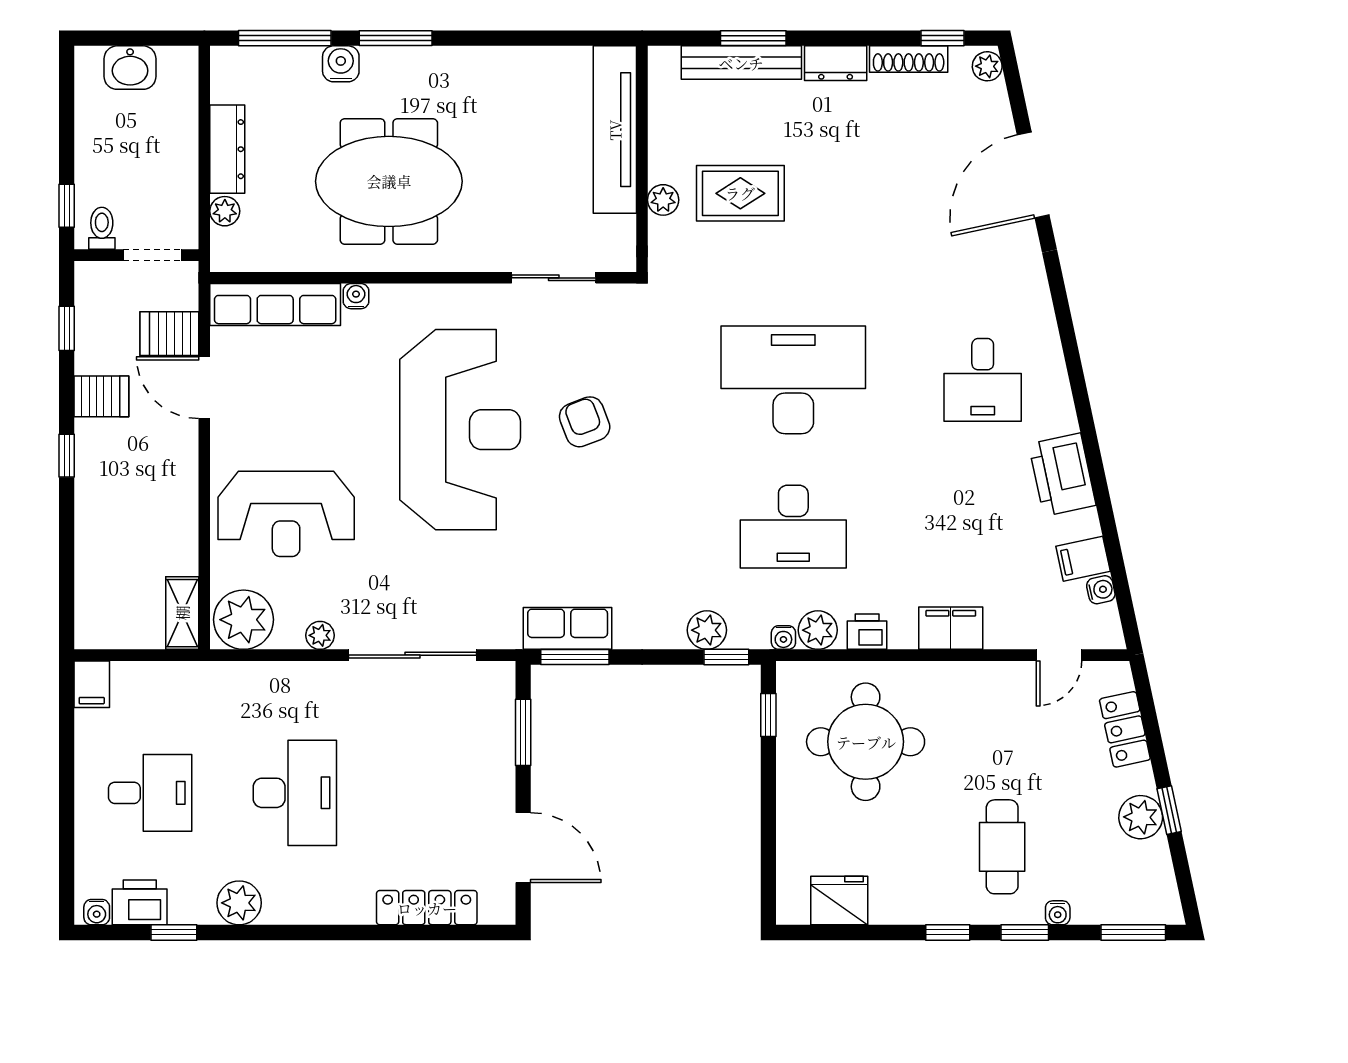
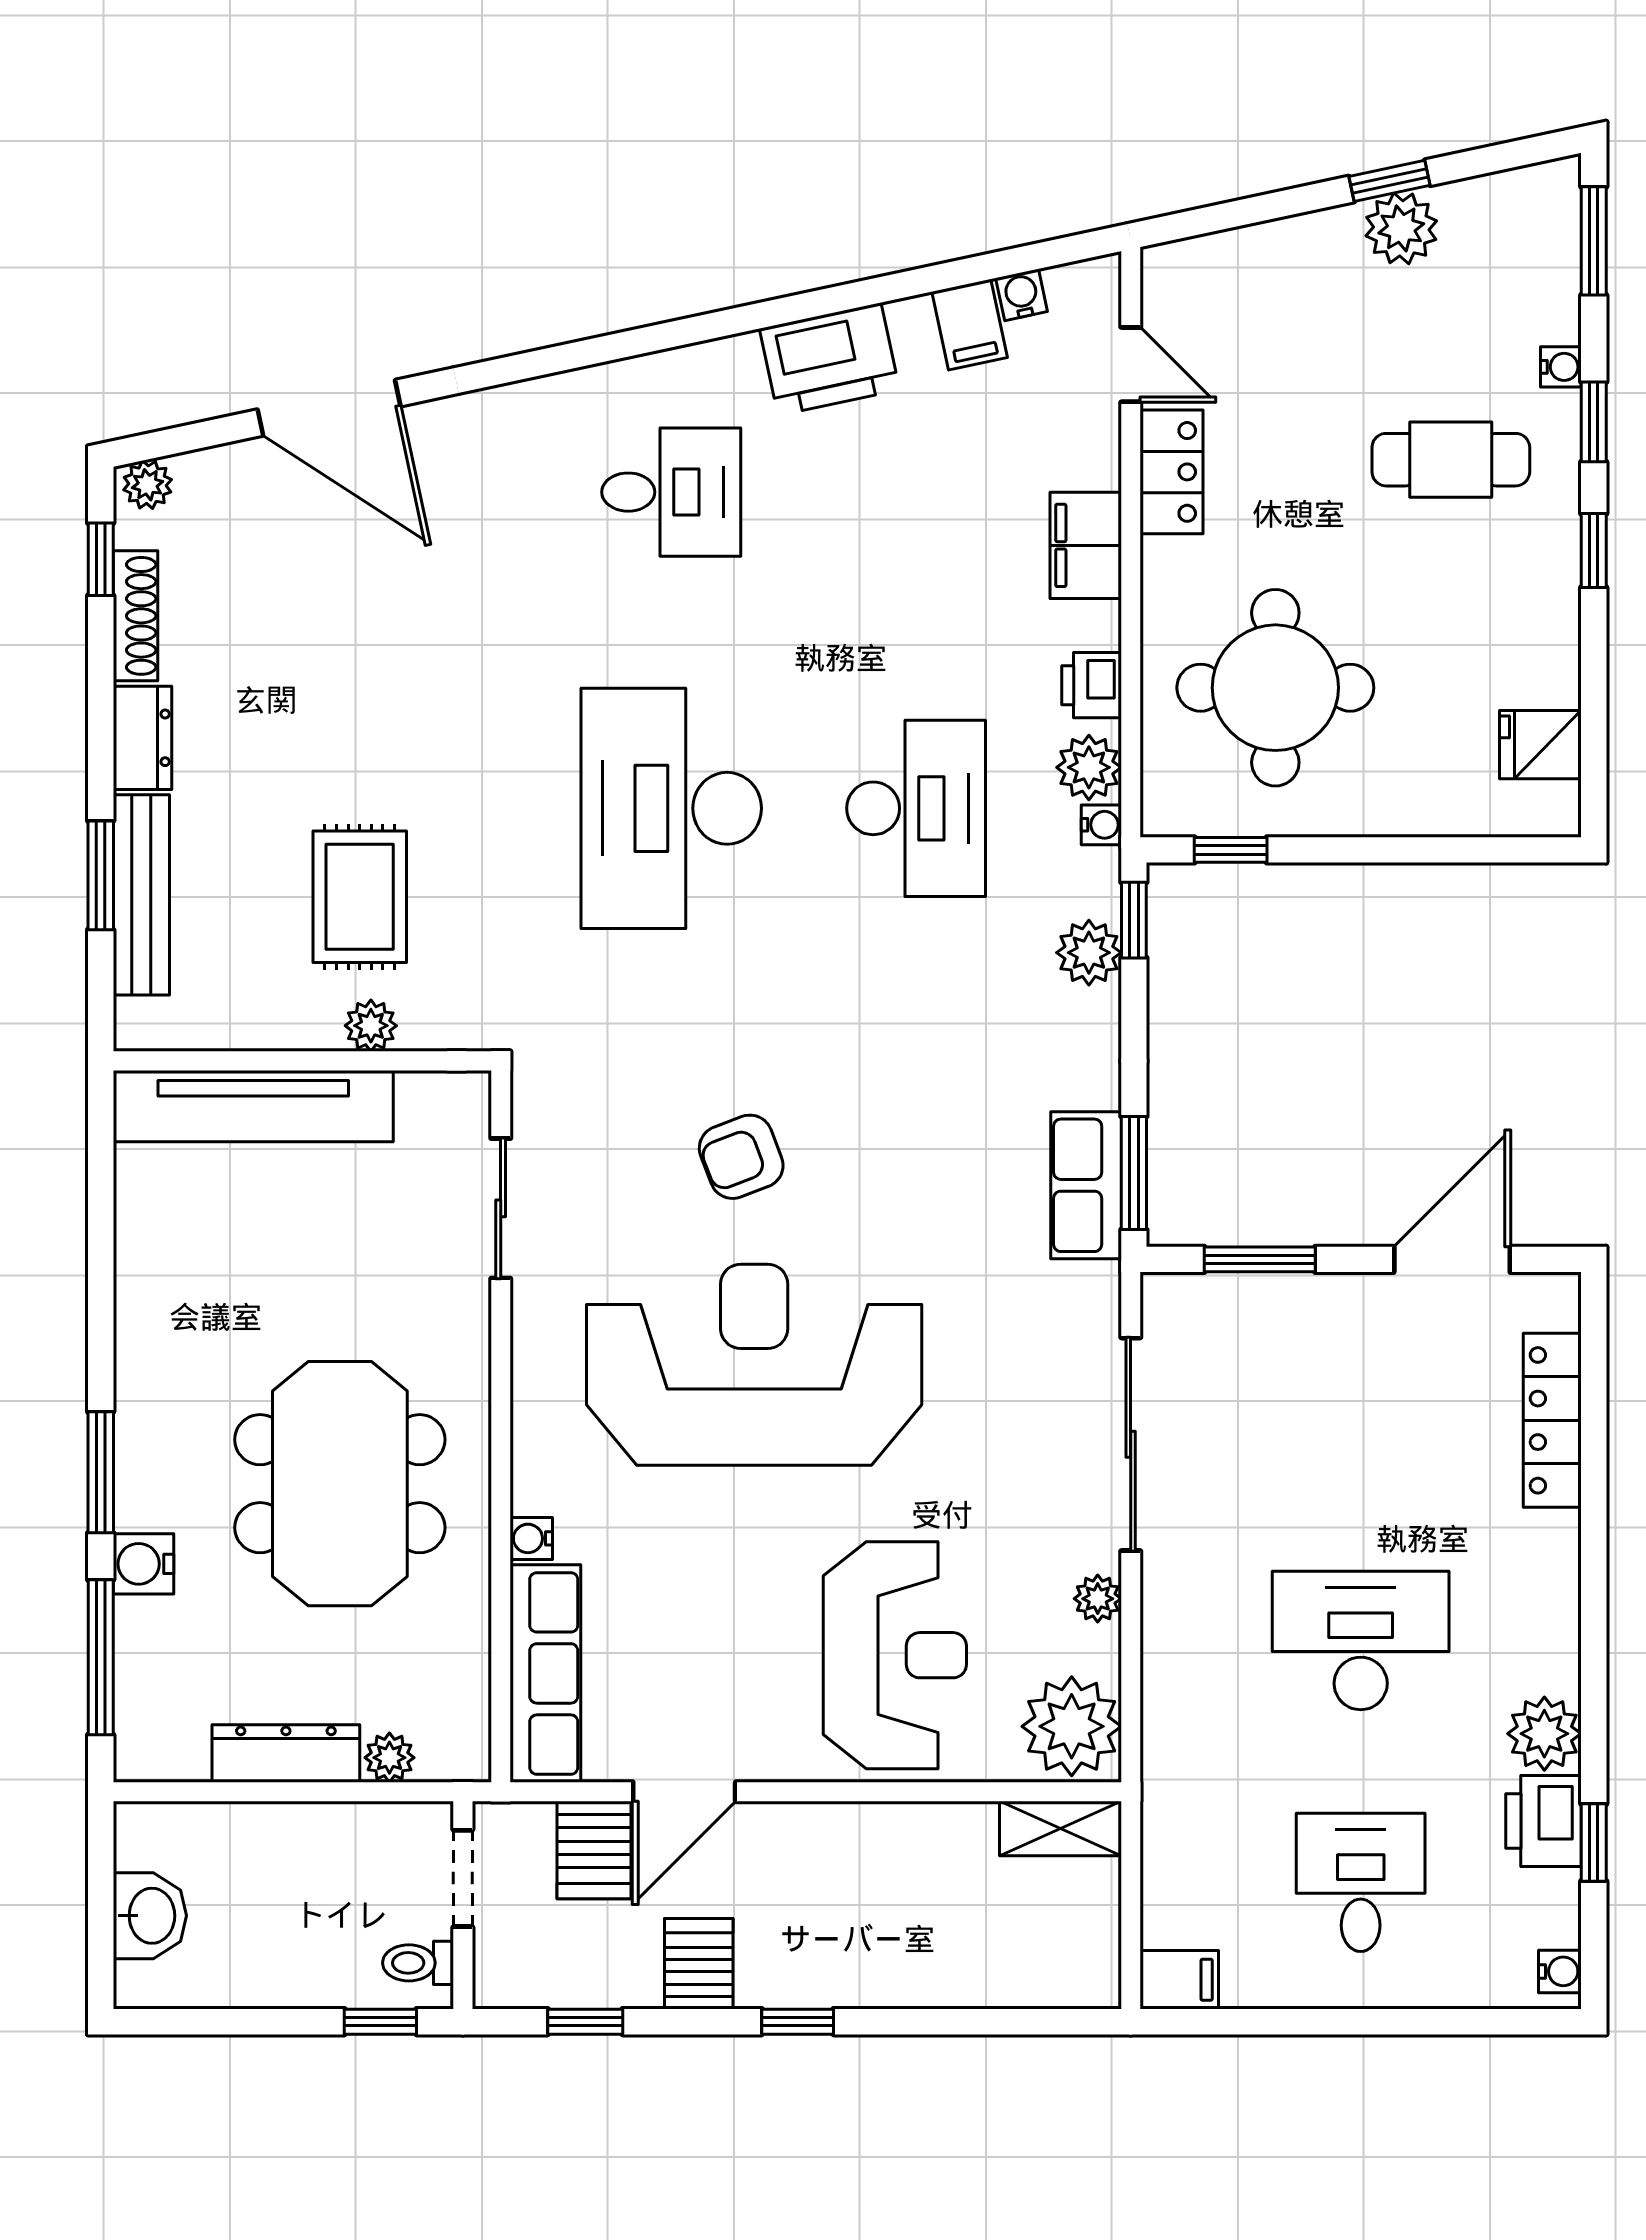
locker: (1125, 729) -> (1172, 472), moved, turned -78
fridge: (839, 901) -> (1540, 745), width x0.72
printer: (140, 902) -> (1544, 1821), moved

